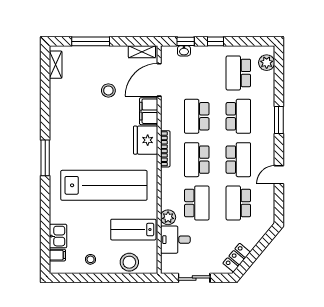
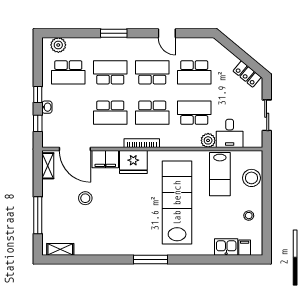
washbasin: (184, 51) -> (47, 107), moved

